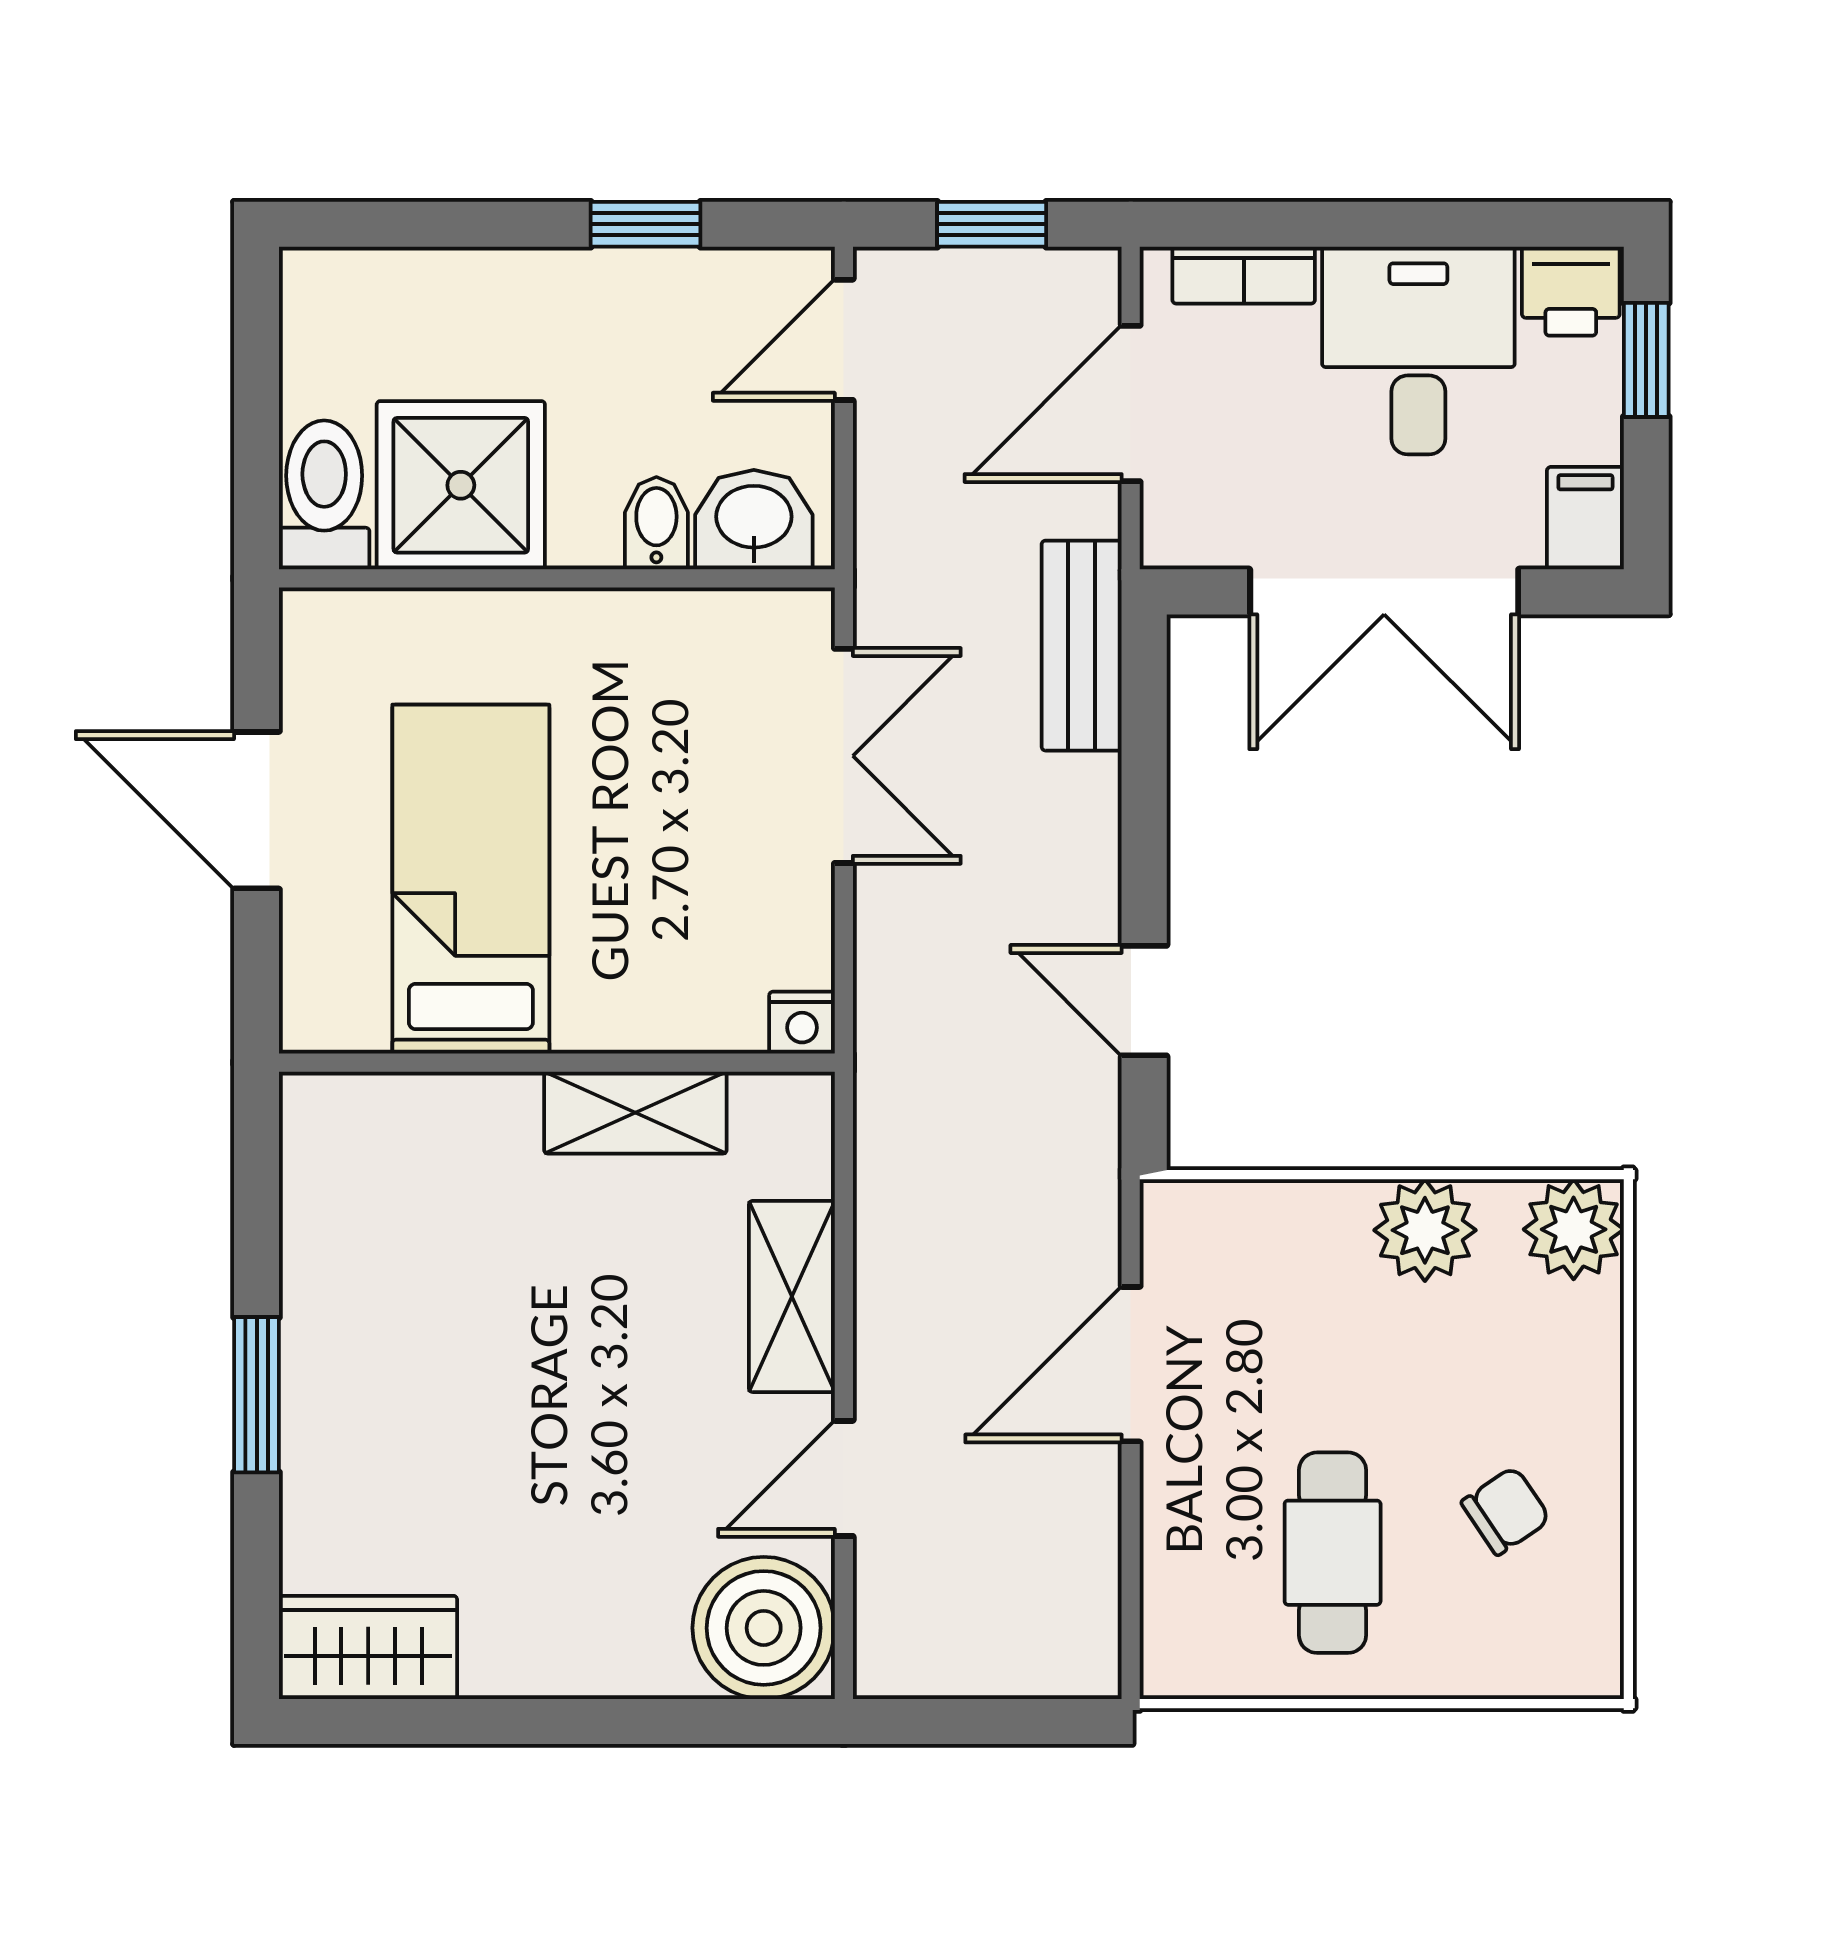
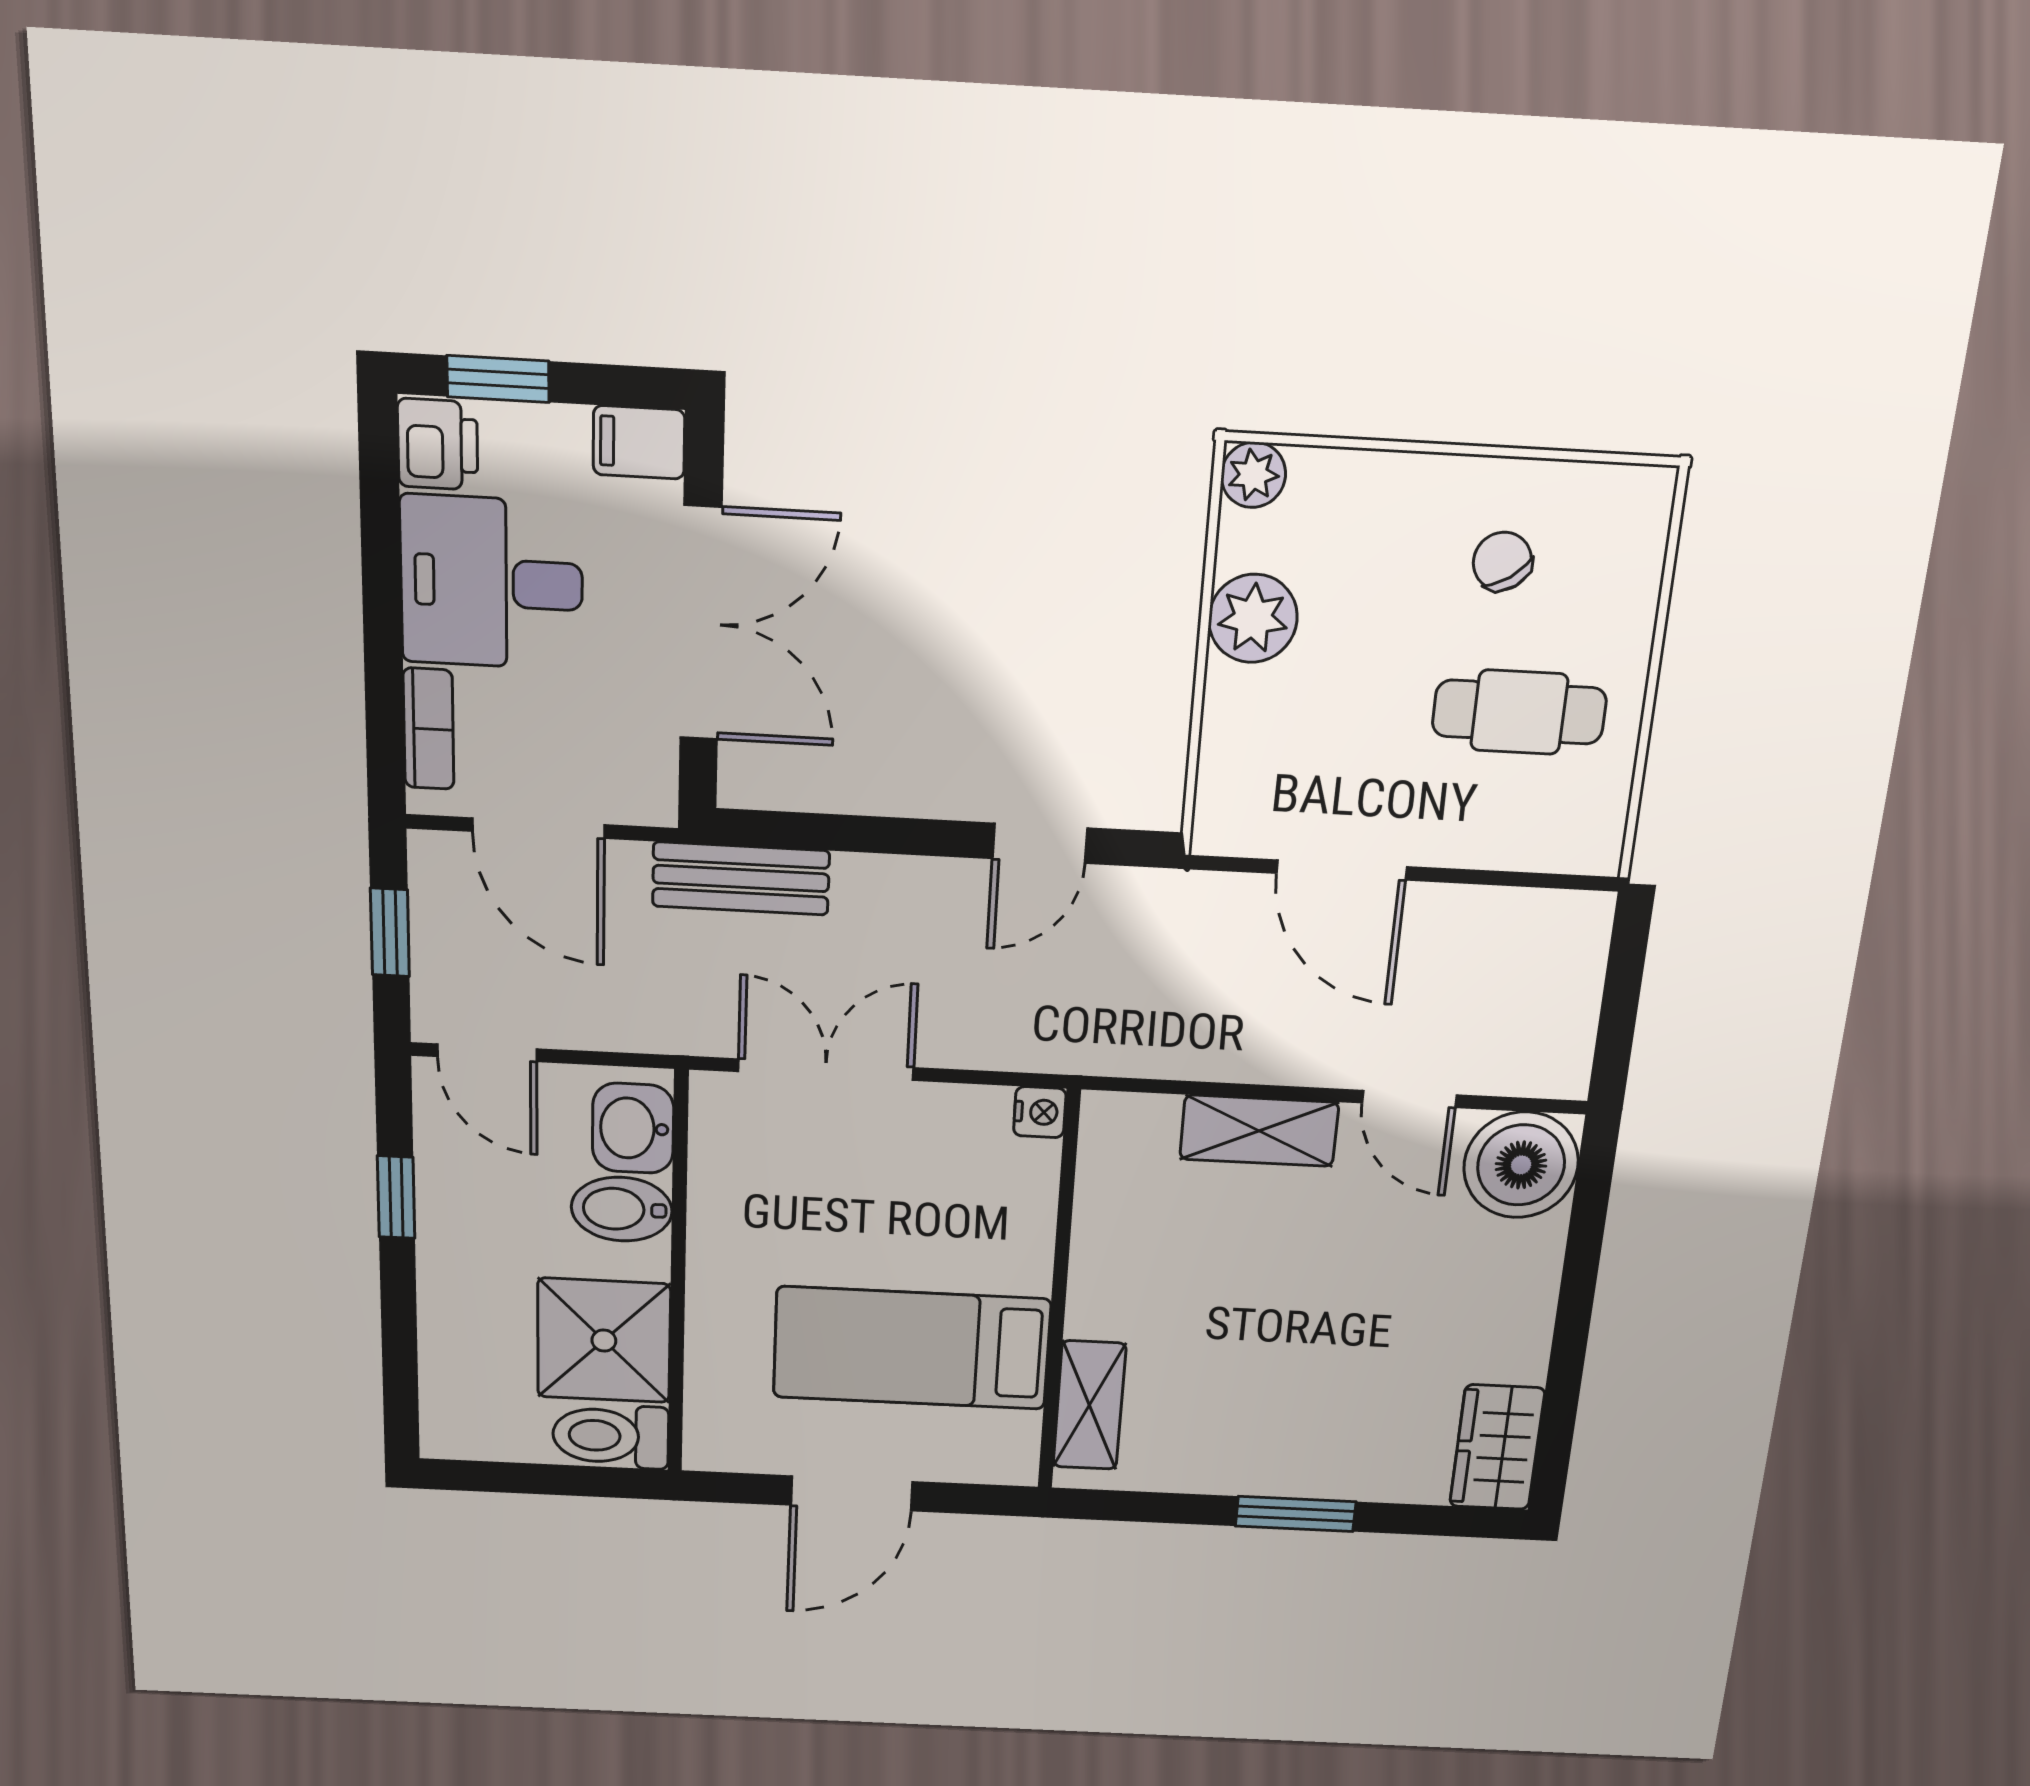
bidet: (656, 523) -> (622, 1209), width x1.38, depth x1.36
shelving: (635, 1113) -> (1089, 1405), moved
plant: (1574, 1229) -> (1253, 475), width x0.73, depth x0.73

